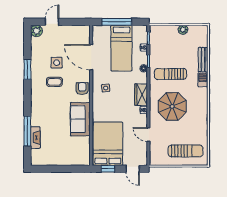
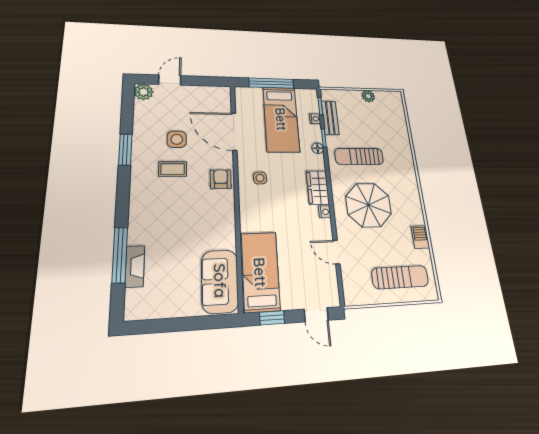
bench: (203, 60) -> (330, 118), moved
barbecue: (203, 80) -> (420, 237), moved
sofa: (80, 119) -> (220, 281), moved
bed: (108, 144) -> (260, 272), width x0.67

